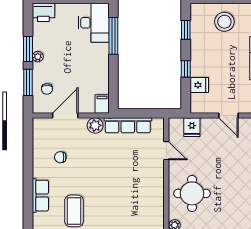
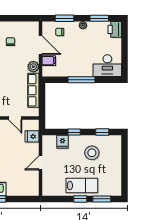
stool: (224, 22) -> (92, 153), moved
window: (113, 36) -> (81, 80), moved
window: (28, 49) -> (99, 18), moved
filing cabinet: (102, 104) -> (49, 61), moved
door: (166, 151) -> (15, 118), hinge flipped

